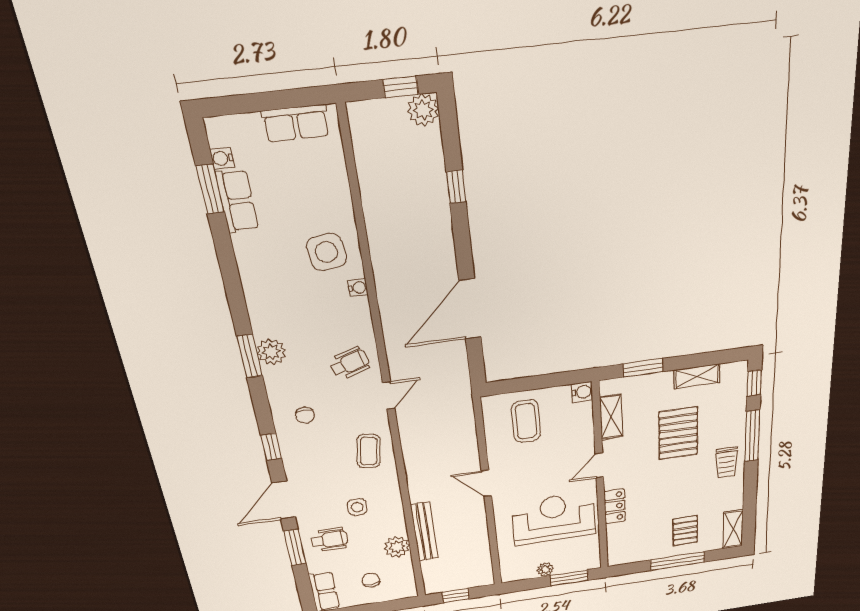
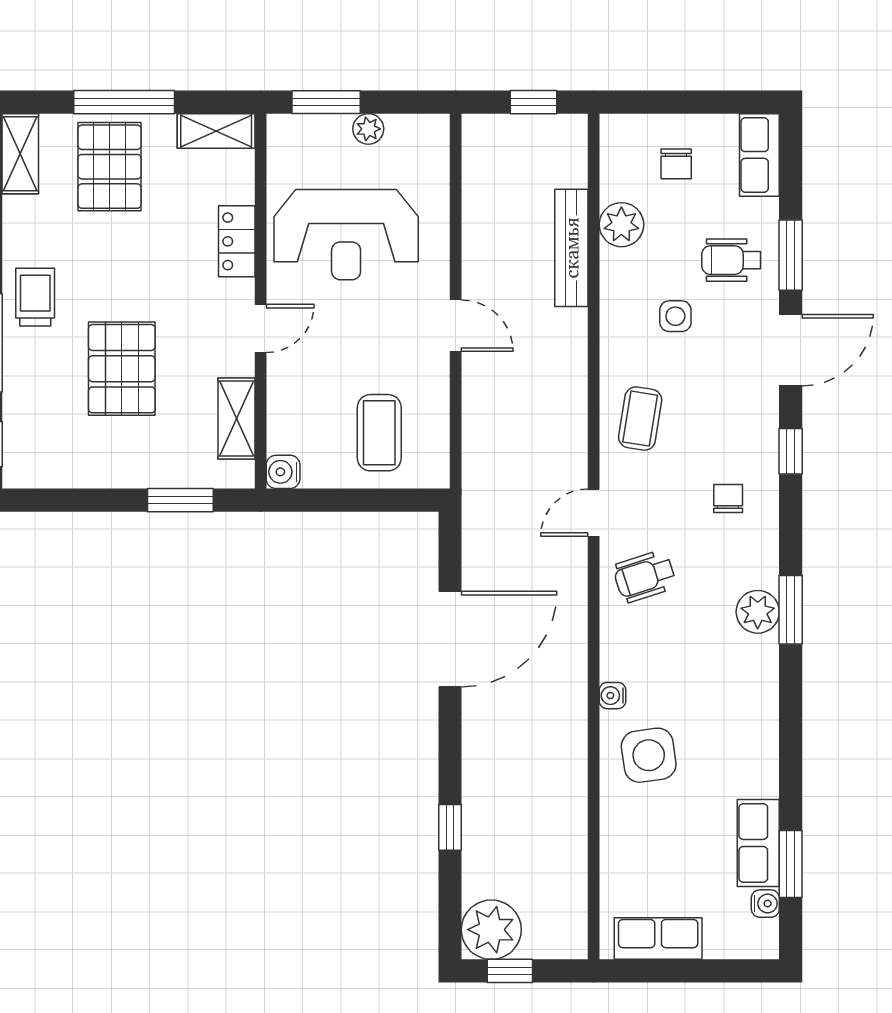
plant: (423, 110) -> (491, 930), width x1.36, depth x1.36
shelving: (697, 376) -> (216, 131), moved
pallet: (685, 531) -> (110, 167), width x1.50, depth x1.42

